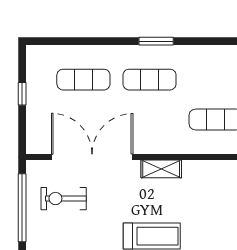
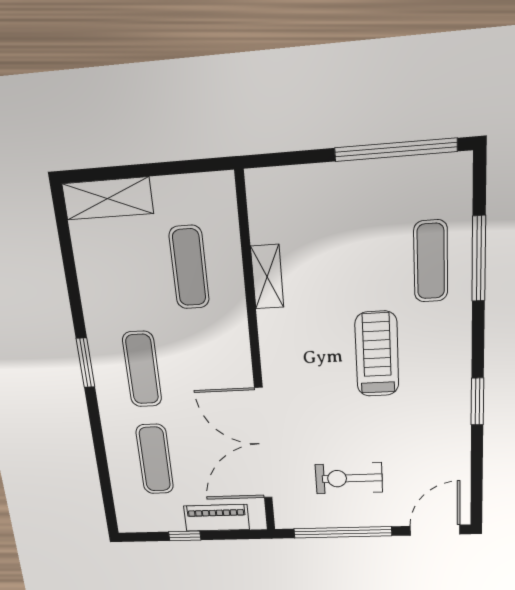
piano: (36, 119) -> (217, 518), added
shelving: (161, 169) -> (267, 277), moved
exercise bike: (64, 199) -> (349, 478), moved, turned 90

